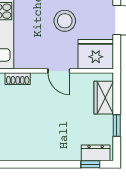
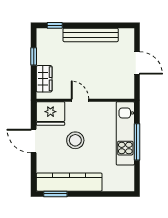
shoe rack: (18, 79) -> (113, 94), removed
bench: (46, 152) -> (91, 35), added
dresser: (96, 153) -> (51, 35), removed

